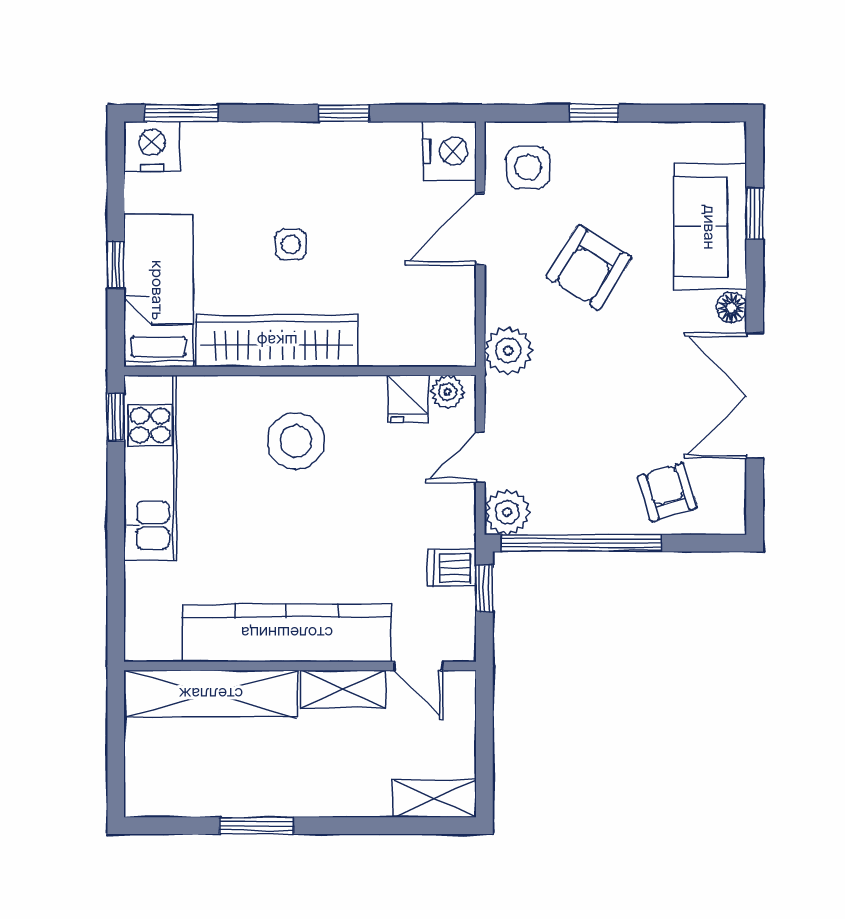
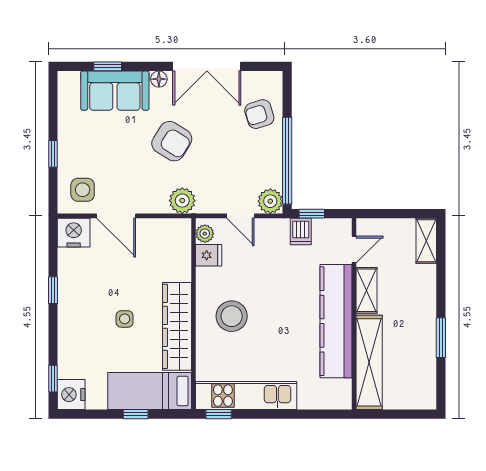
window: (181, 113) -> (53, 379), width x0.67
armchair: (589, 267) -> (172, 141), moved

